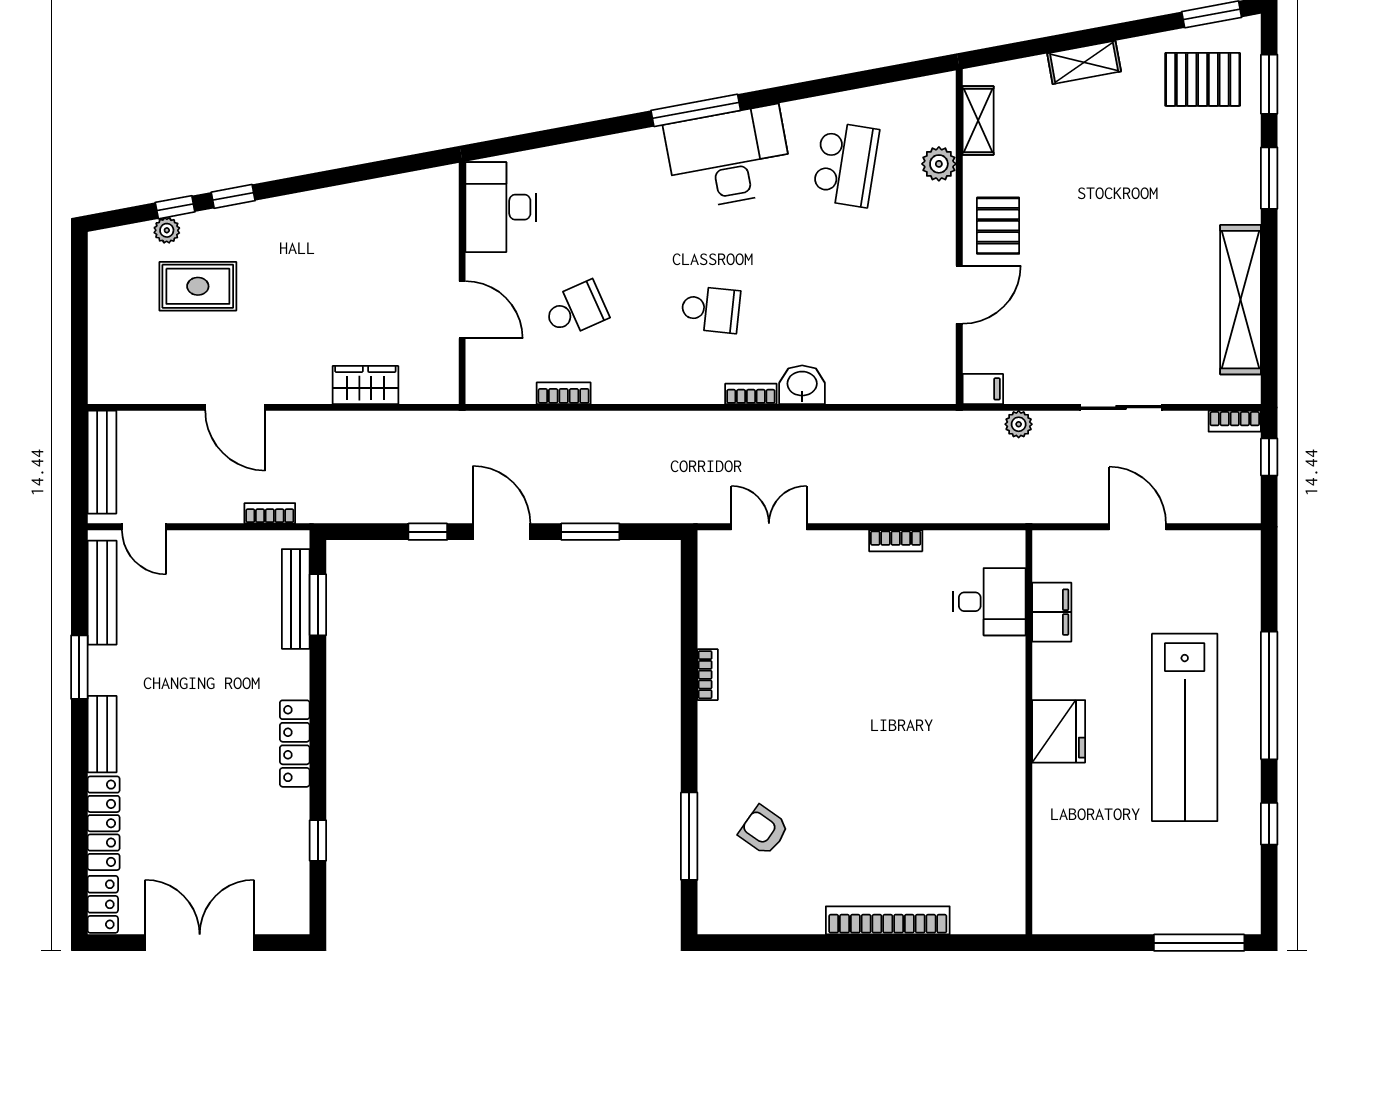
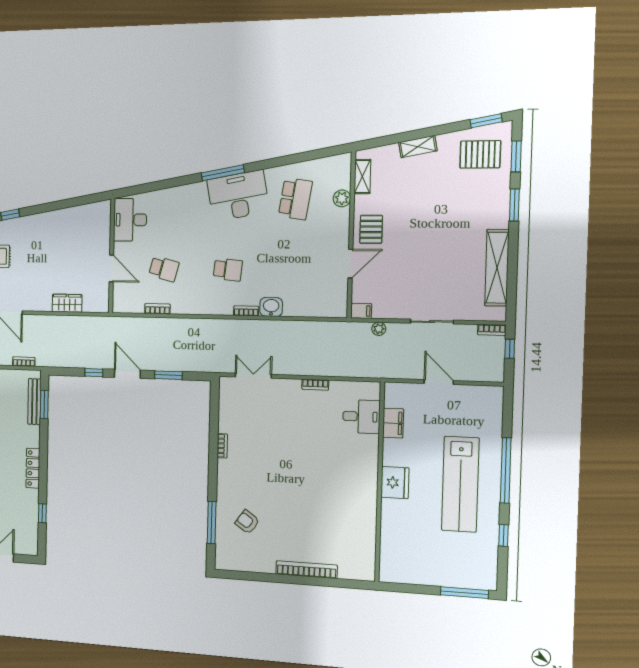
school desk: (576, 309) -> (164, 269), turned 39

